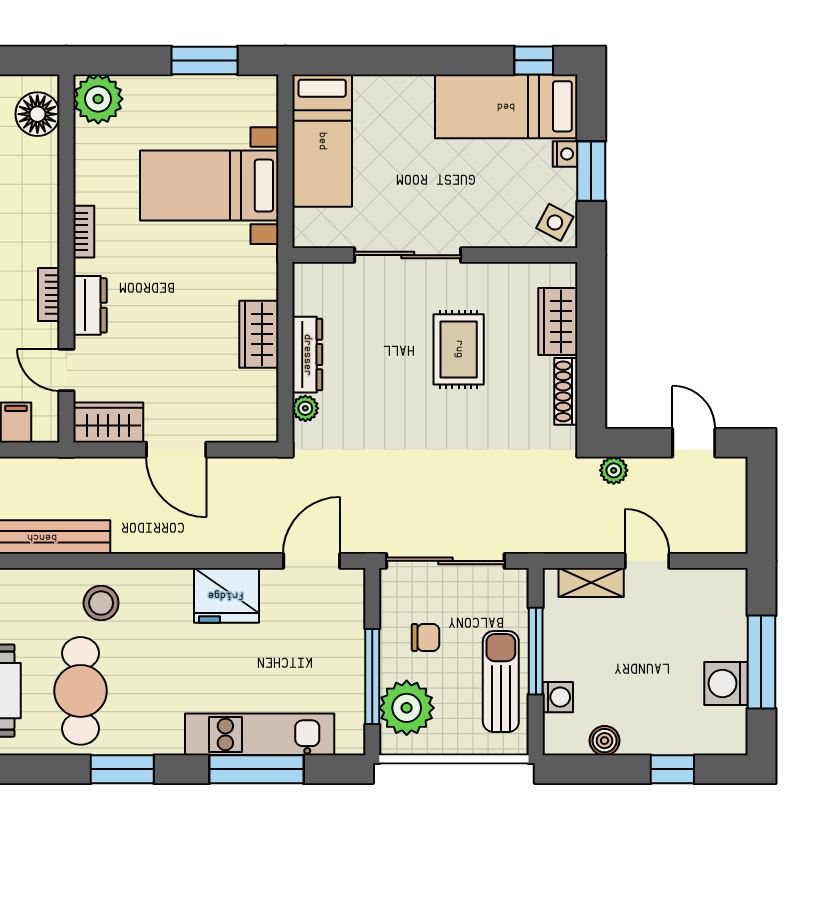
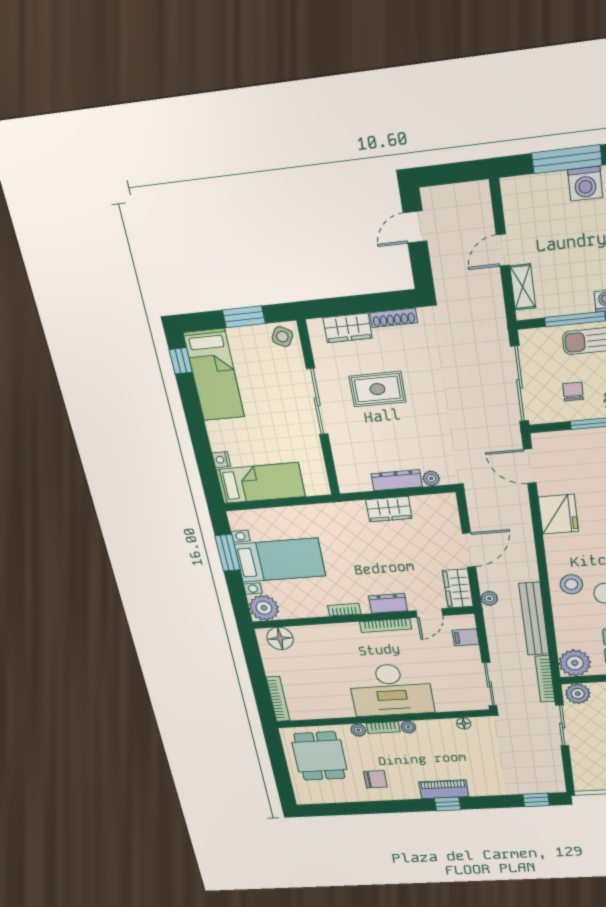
nightstand: (565, 154) -> (221, 460), moved, turned -90
bed with nightstands: (209, 186) -> (280, 560), moved, turned -90
sliding door: (408, 255) -> (317, 402), moved
bookcase: (49, 295) -> (386, 625), width x1.56
plant: (614, 470) -> (489, 598), moved

